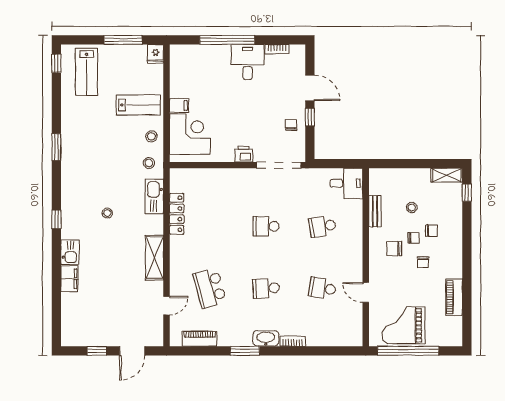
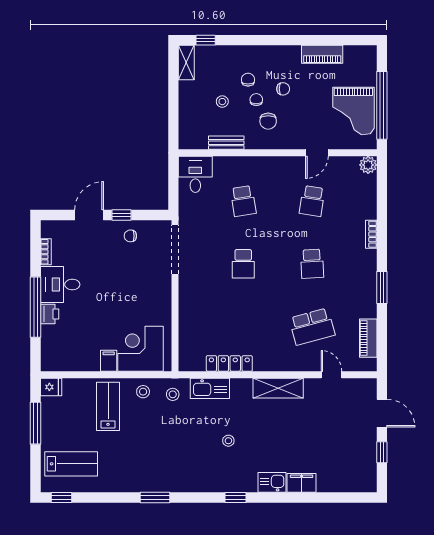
printer: (244, 154) -> (50, 314), moved, turned 180
washbasin: (266, 338) -> (368, 264), removed
plant: (355, 338) -> (368, 165), added

